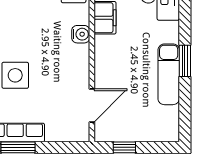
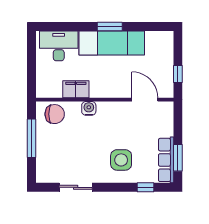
exam couch: (169, 74) -> (112, 43), width x1.36, depth x1.45

